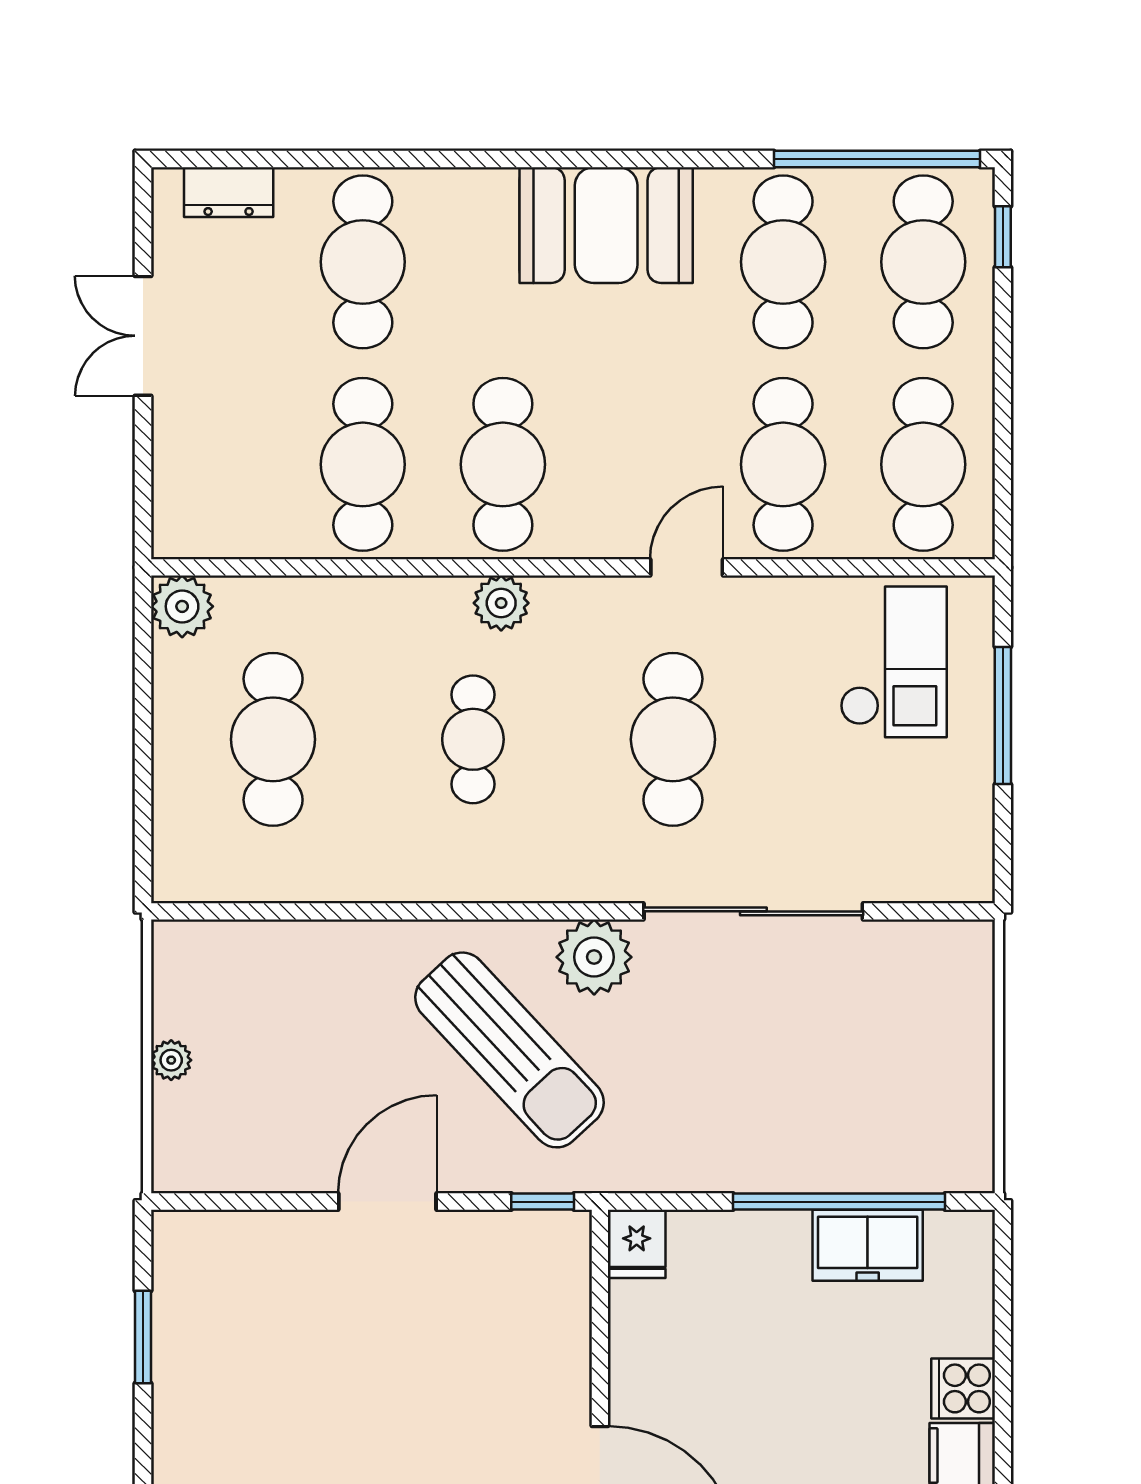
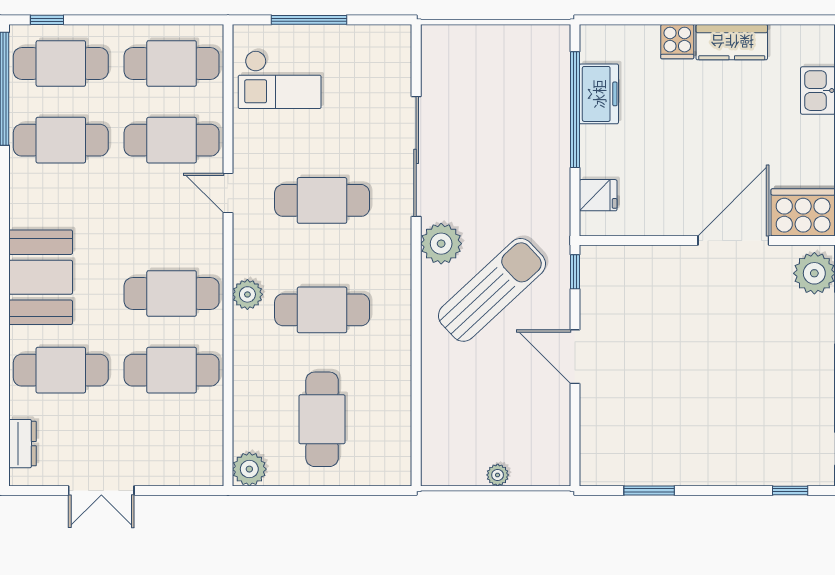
booth: (606, 225) -> (41, 277), moved
checkout: (894, 662) -> (280, 80), turned 180
cafe table: (273, 739) -> (322, 419), turned 90
cafe table: (473, 739) -> (322, 310), width x1.37, depth x1.35
fridge: (637, 1244) -> (598, 195), moved

